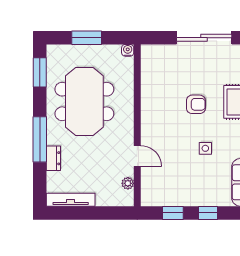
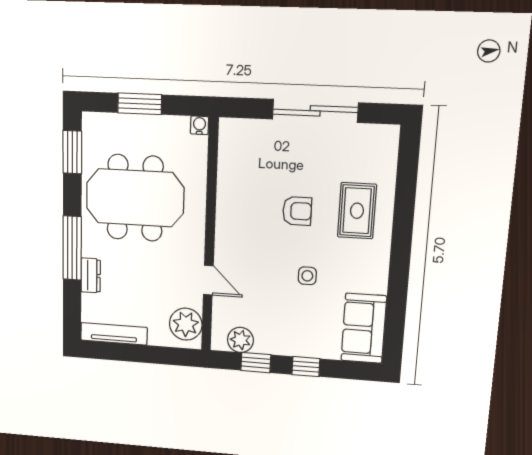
meeting table: (84, 101) -> (135, 198), turned 90
plant: (128, 183) -> (186, 324), width x1.87, depth x1.87
plant: (161, 197) -> (240, 340), added

